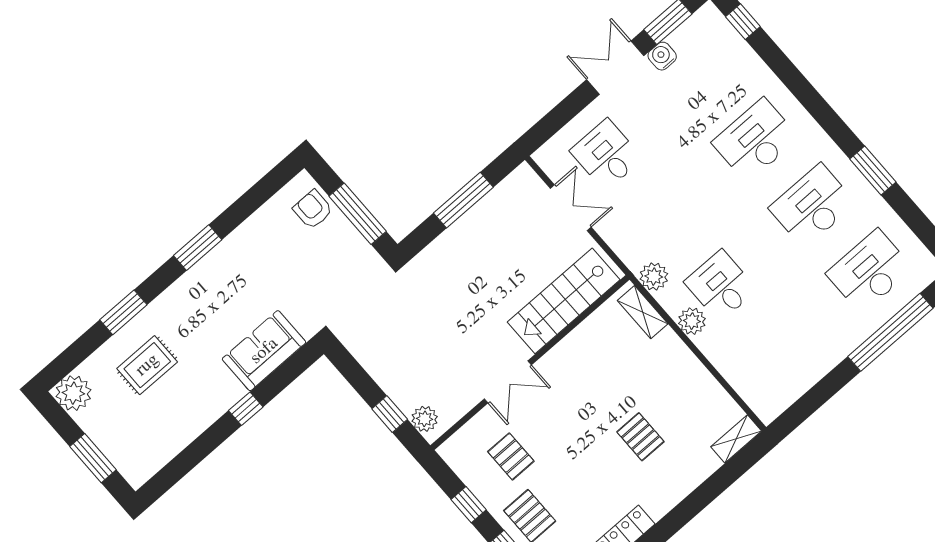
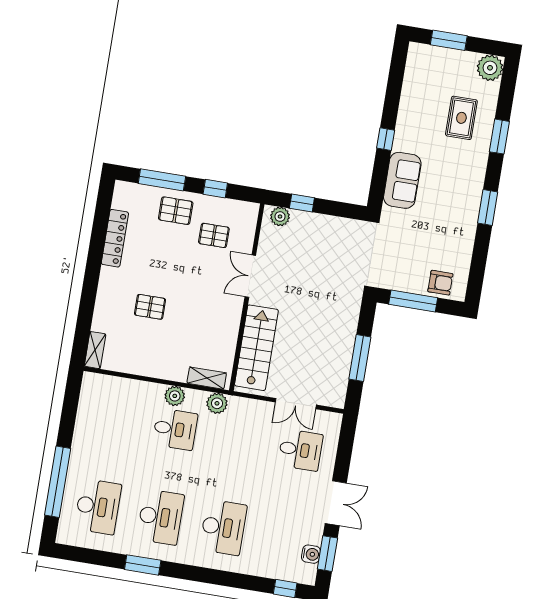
water cooler: (662, 56) -> (311, 554), moved

